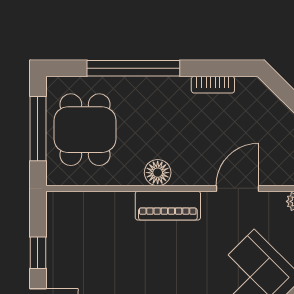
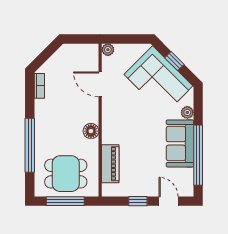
bookcase: (213, 85) -> (39, 86), moved
piano: (168, 206) -> (110, 164), moved

